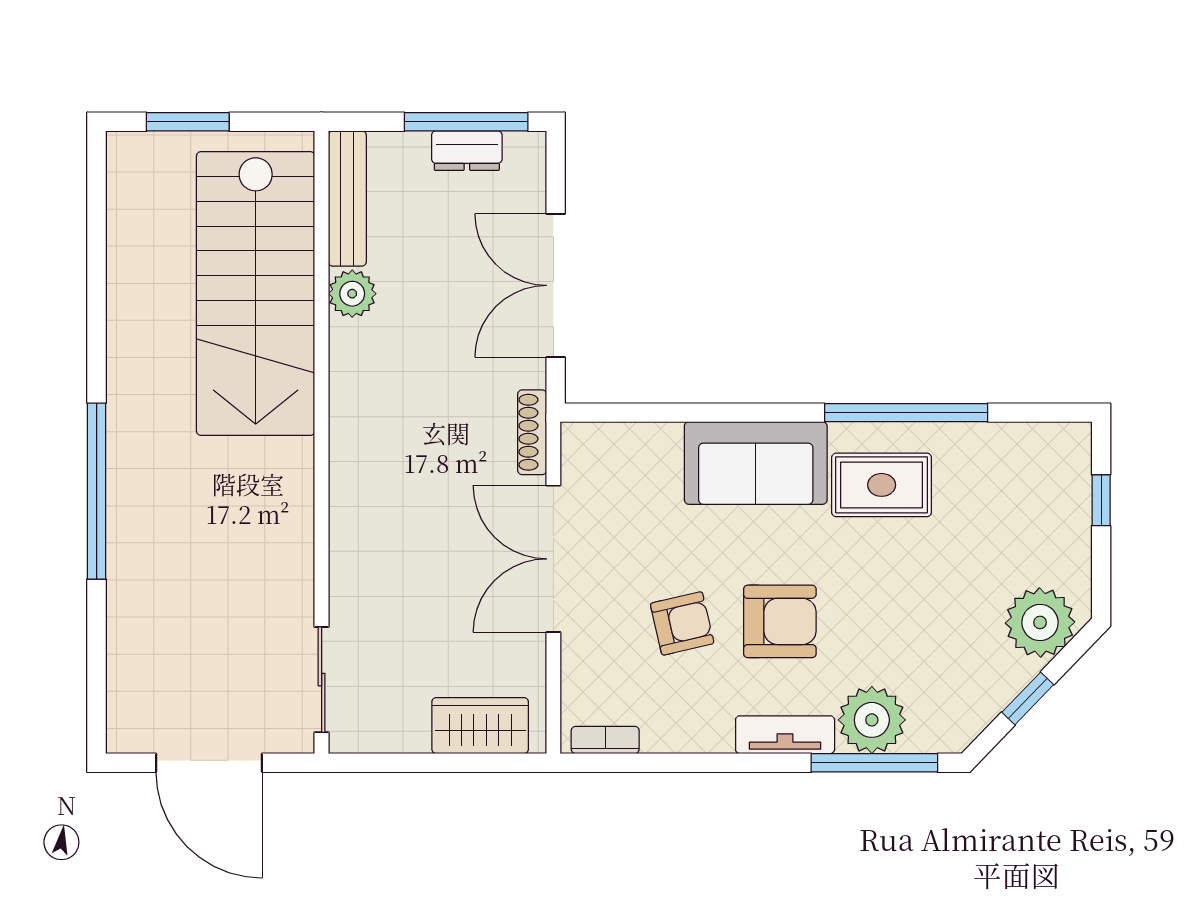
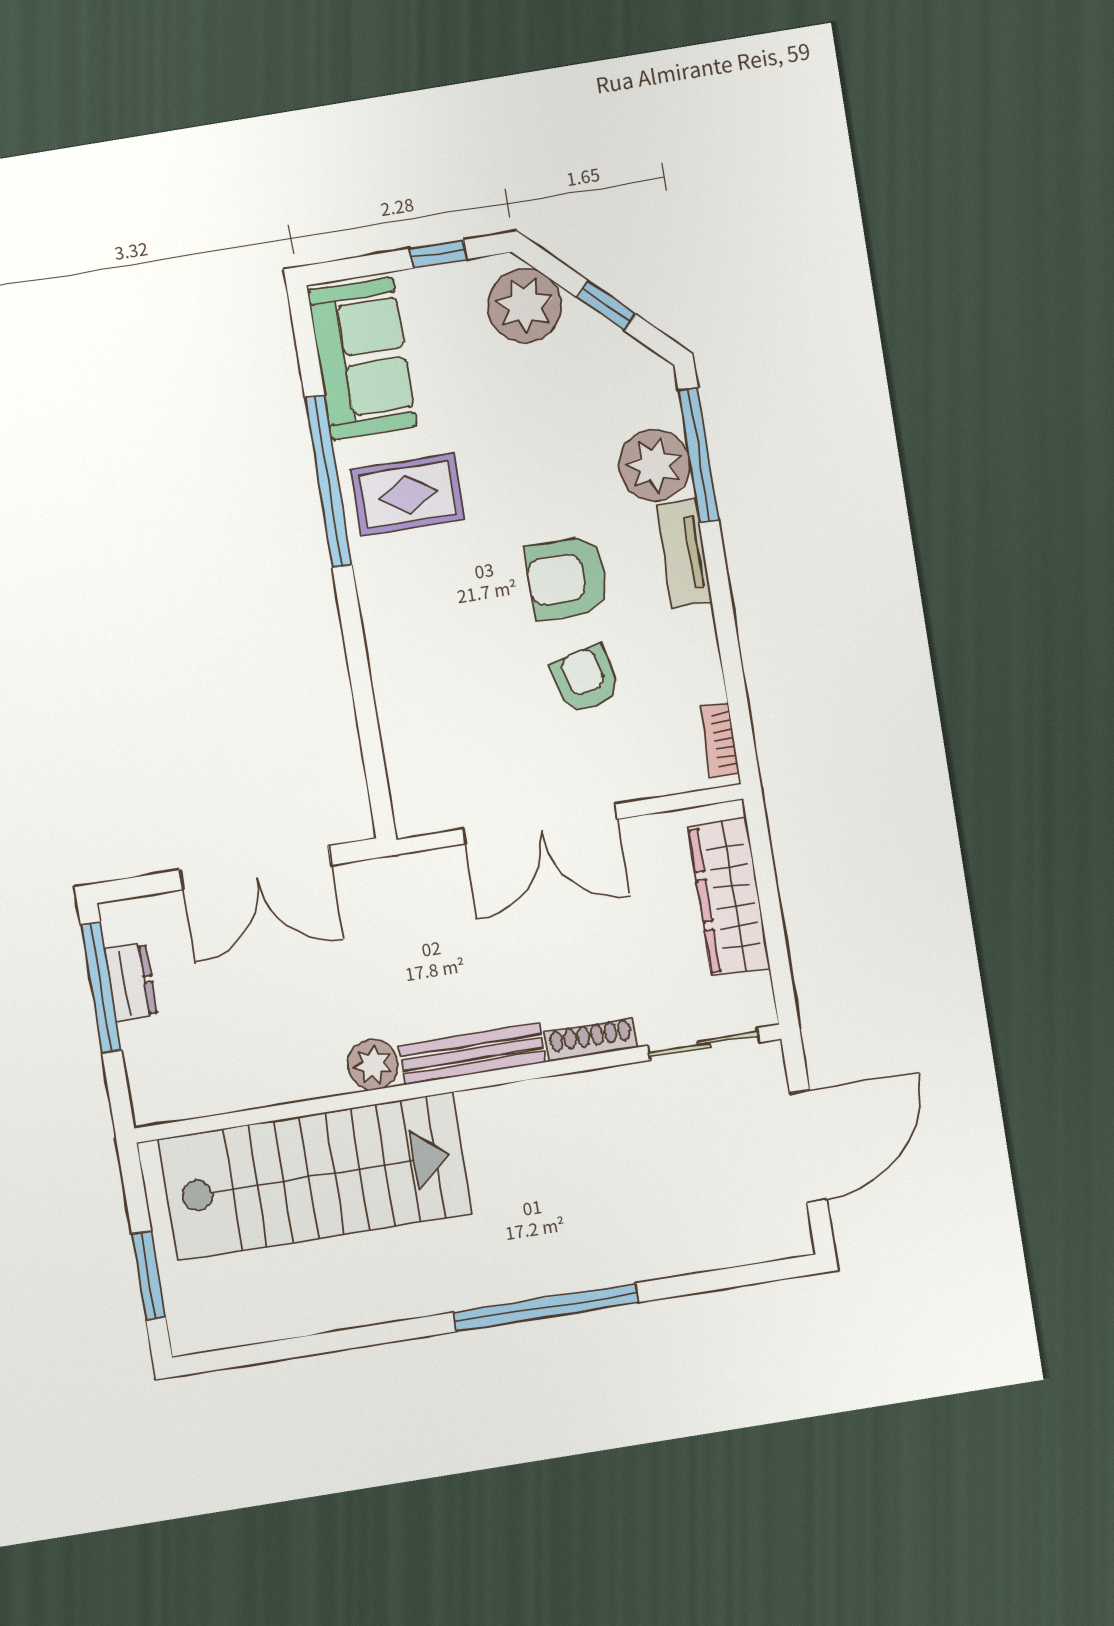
bench: (347, 198) -> (472, 1054), moved
plant: (352, 294) -> (373, 1065), moved
shoe rack: (532, 432) -> (591, 1040), moved, turned 180
sofa: (756, 463) -> (362, 358), moved
rug: (882, 485) -> (408, 495), turned 90
window: (1101, 500) -> (438, 254), moved
armchair: (780, 621) -> (567, 578), turned -90
wardrobe: (480, 726) -> (729, 897), width x1.50

